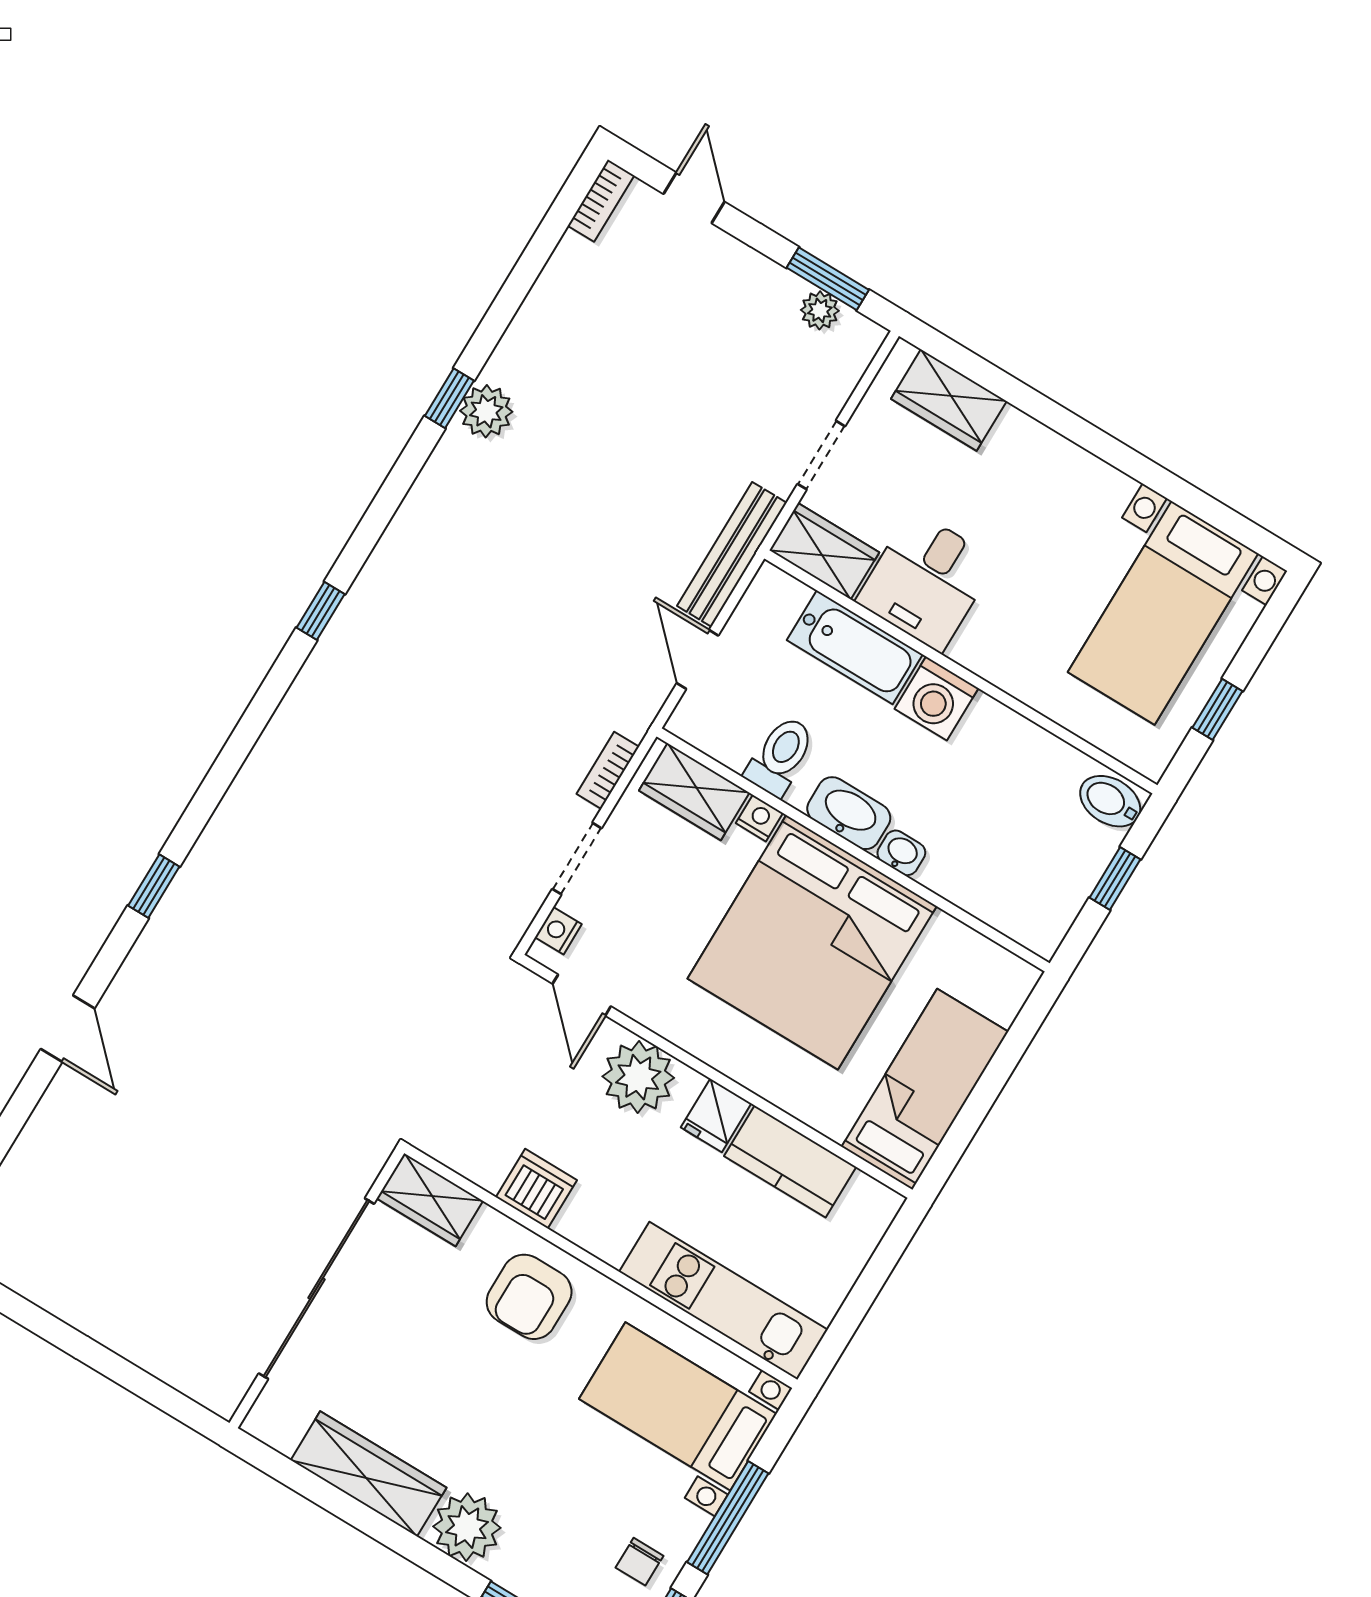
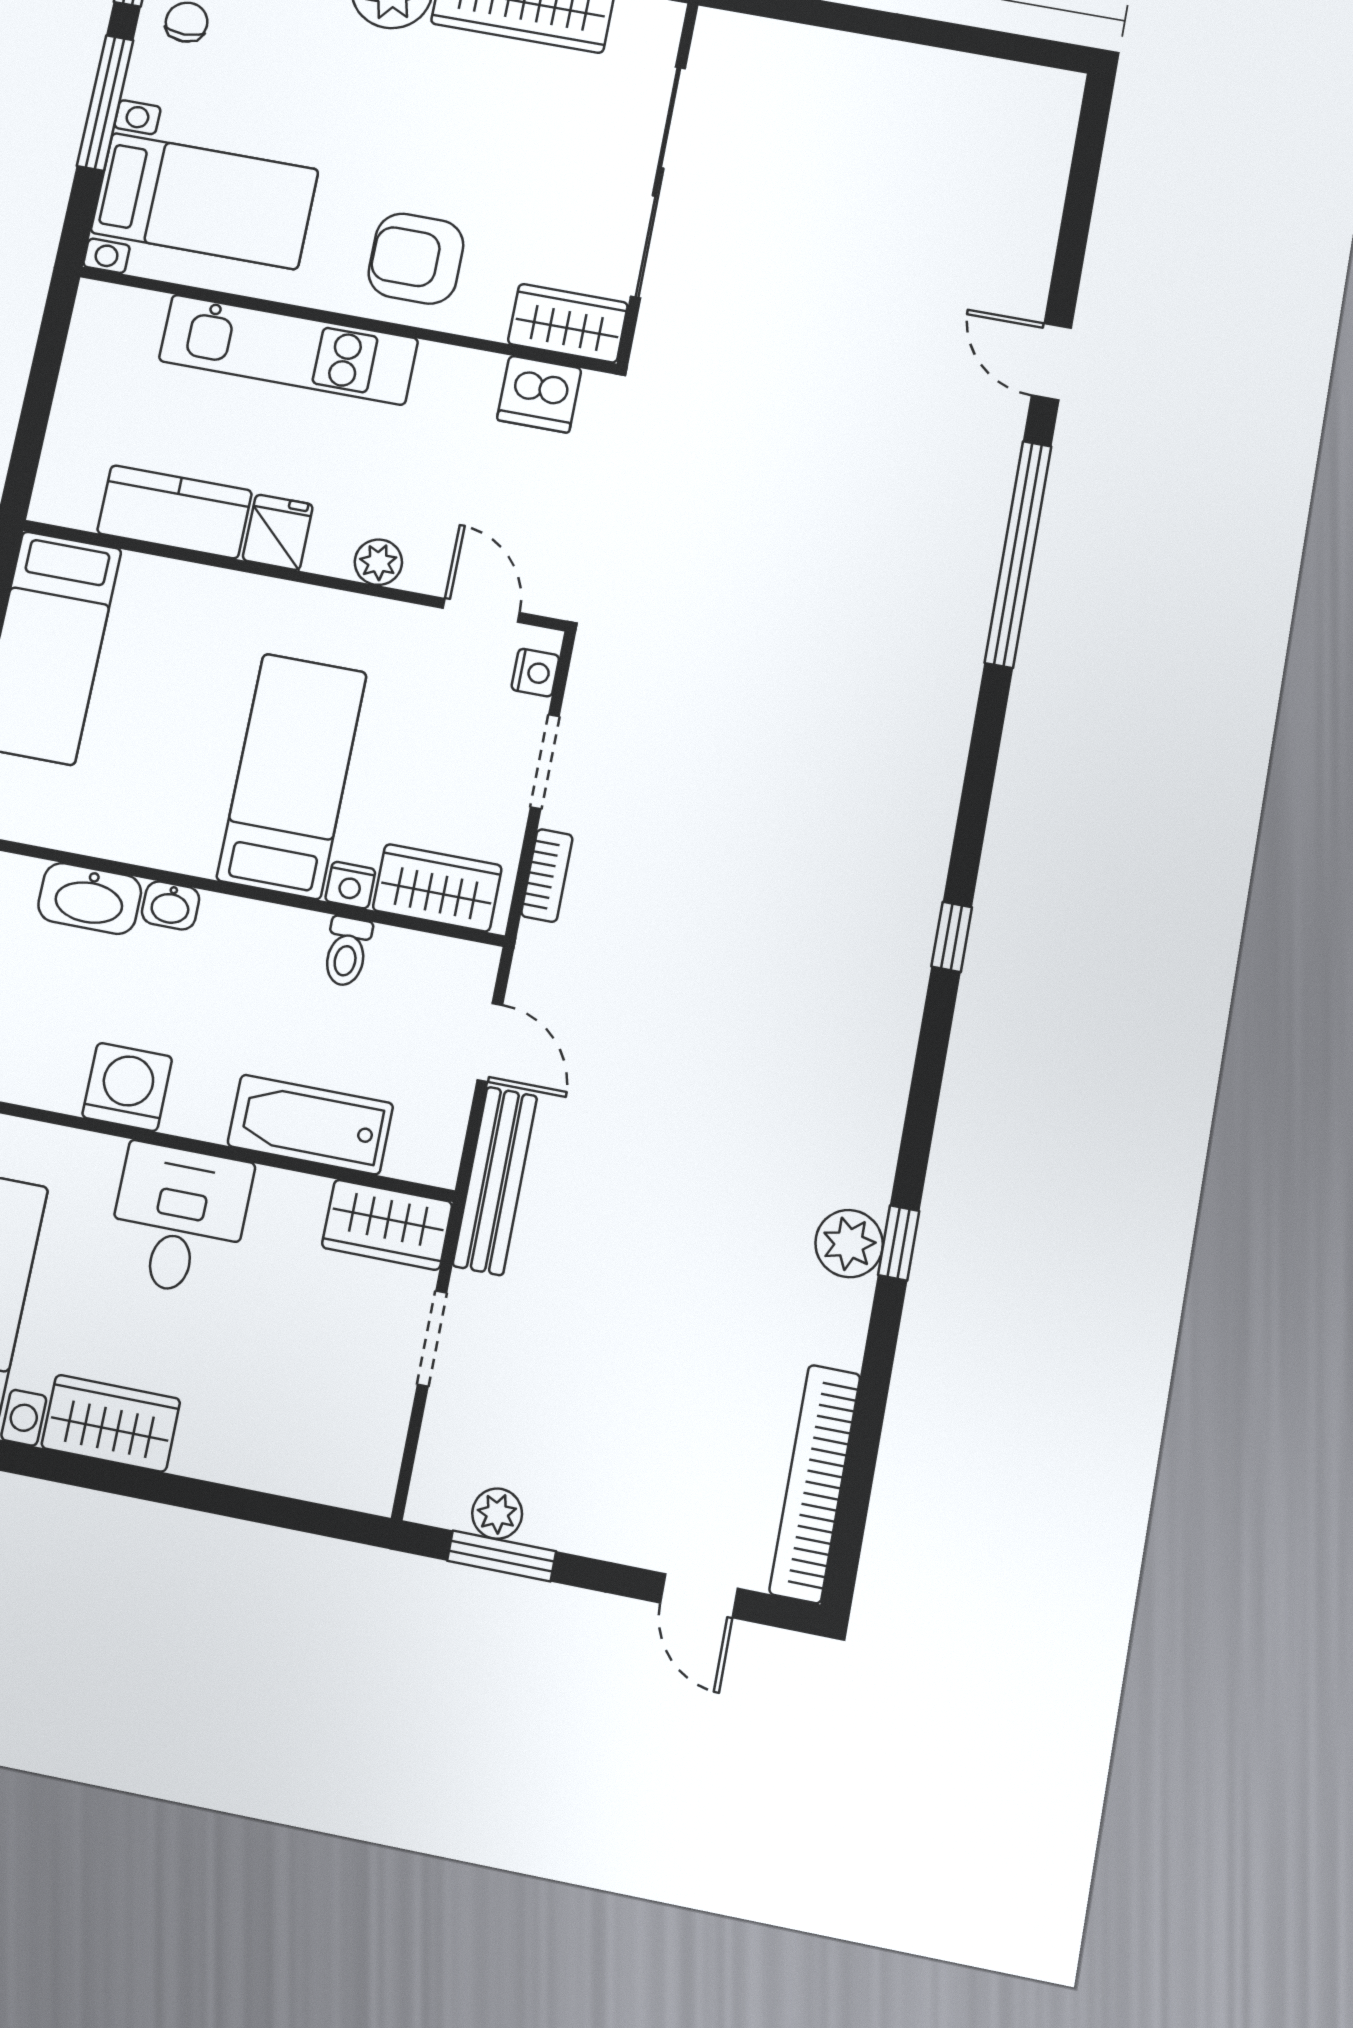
bookcase: (601, 201) -> (815, 1484), width x2.31, depth x1.31
wardrobe: (949, 400) -> (111, 1423), moved
desk: (926, 581) -> (179, 1220), moved
washing machine: (936, 698) -> (127, 1087), moved
toilet: (780, 756) -> (347, 951), width x0.73, depth x0.72
washbasin: (849, 813) -> (90, 898), moved
window: (154, 886) -> (1018, 554), width x3.17
bed: (812, 942) -> (292, 776), width x0.49
plant: (638, 1077) -> (378, 562), width x0.53, depth x0.53
dishwasher: (536, 1189) -> (539, 394), moved
armchair: (529, 1297) -> (416, 259), turned -90
kitchen unit: (723, 1301) -> (288, 350), moved

